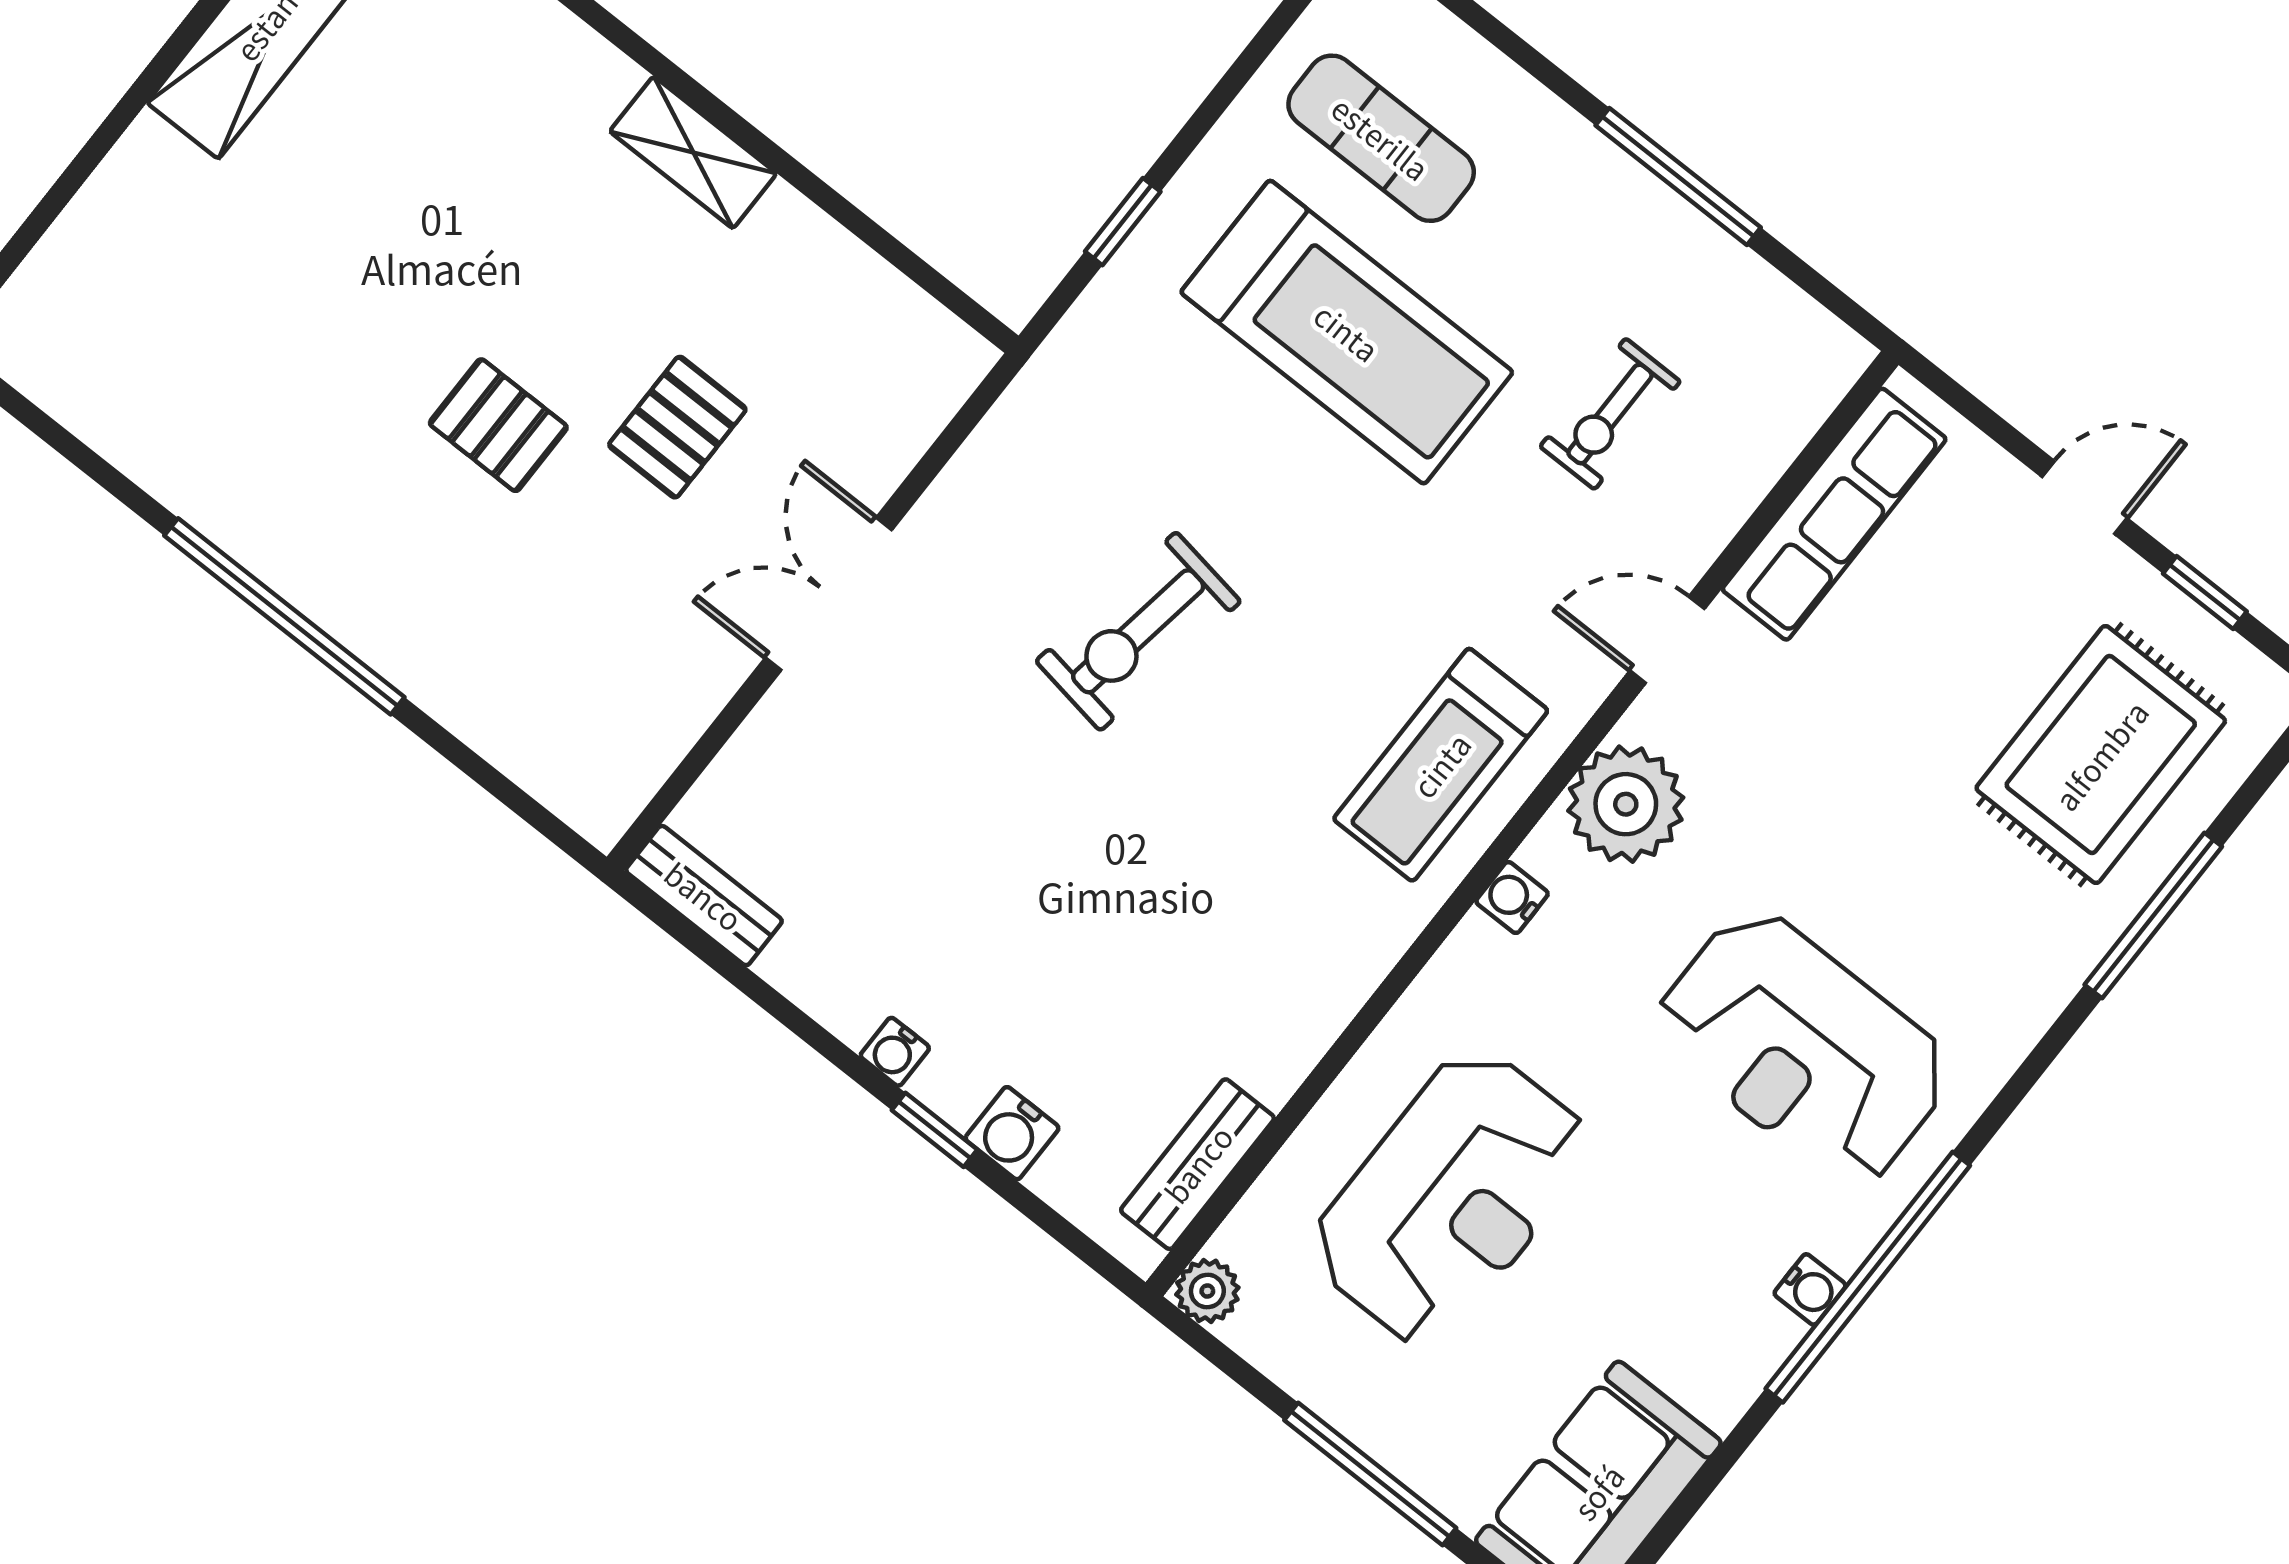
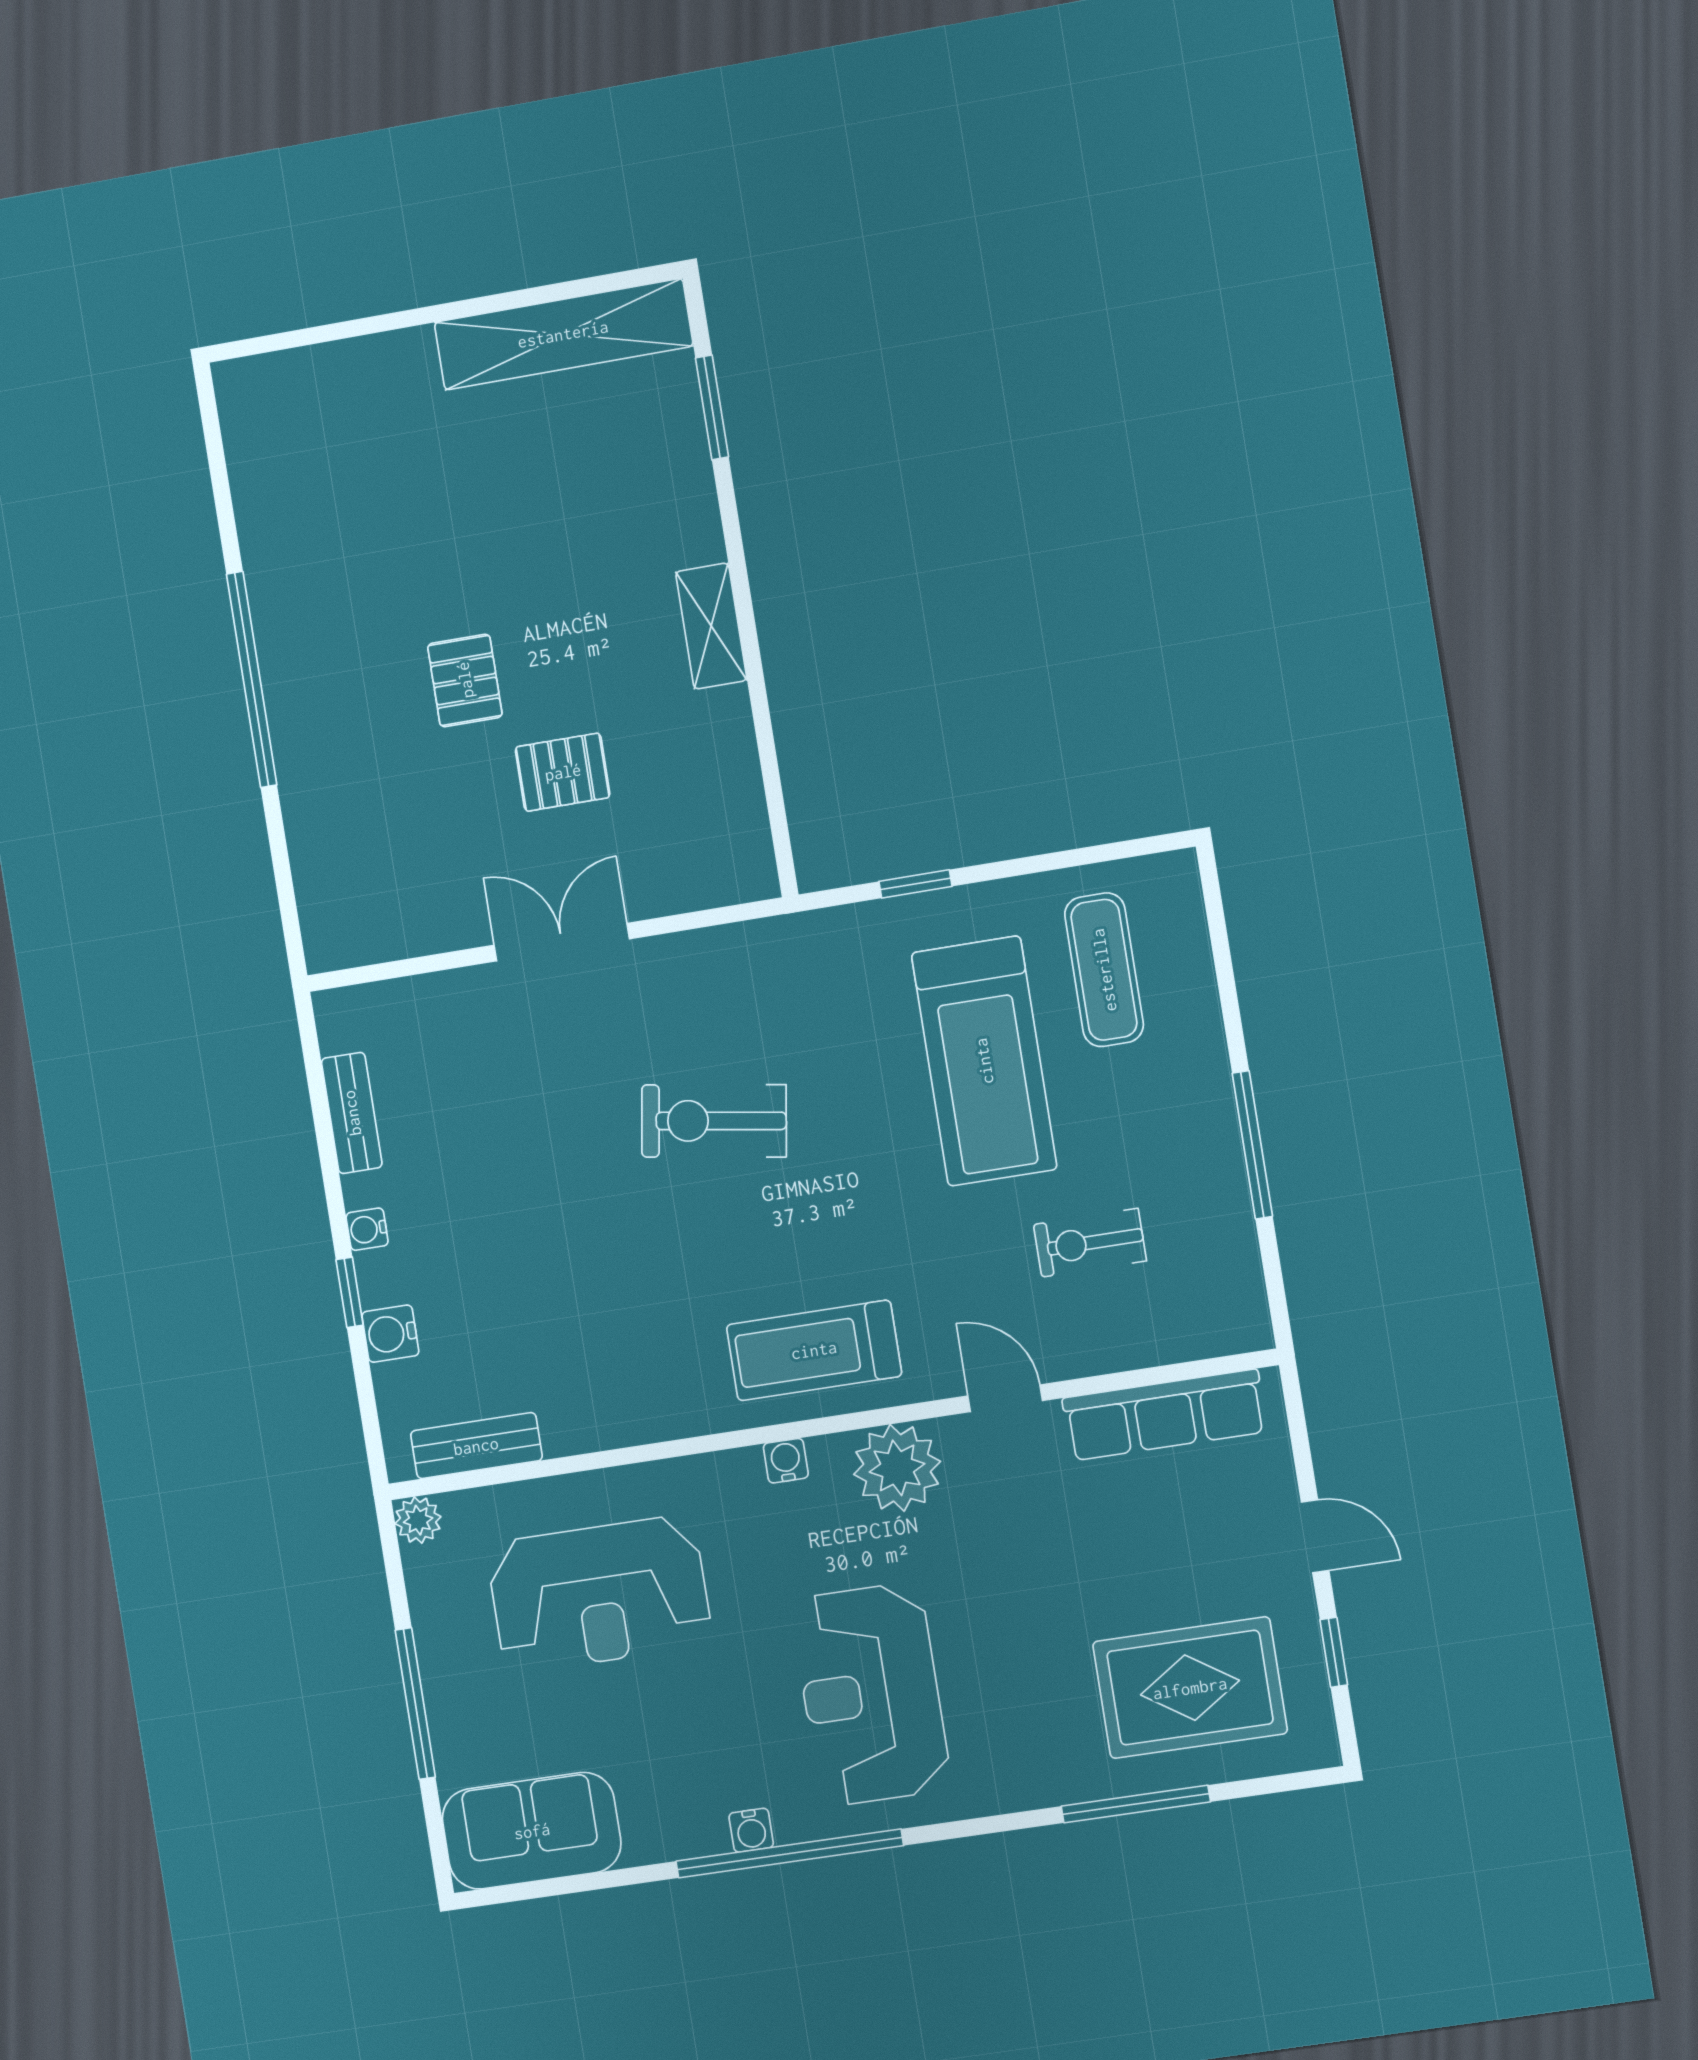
bench: (704, 896) -> (352, 1113), moved

